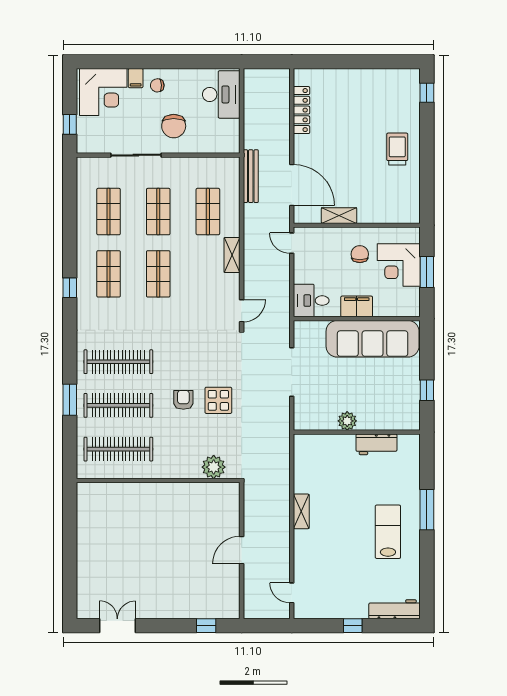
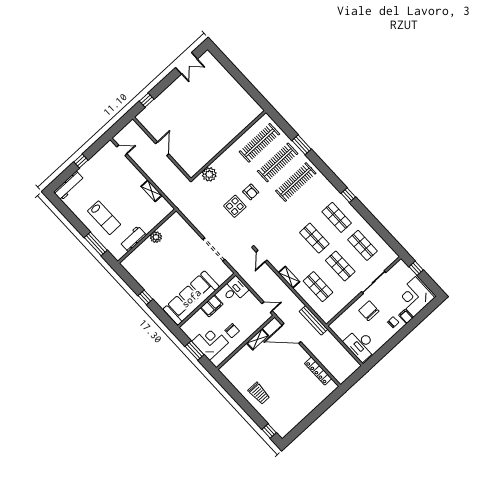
plant: (347, 421) -> (156, 237), moved
wall: (357, 432) -> (147, 236), moved
workbench: (376, 444) -> (133, 239), moved

